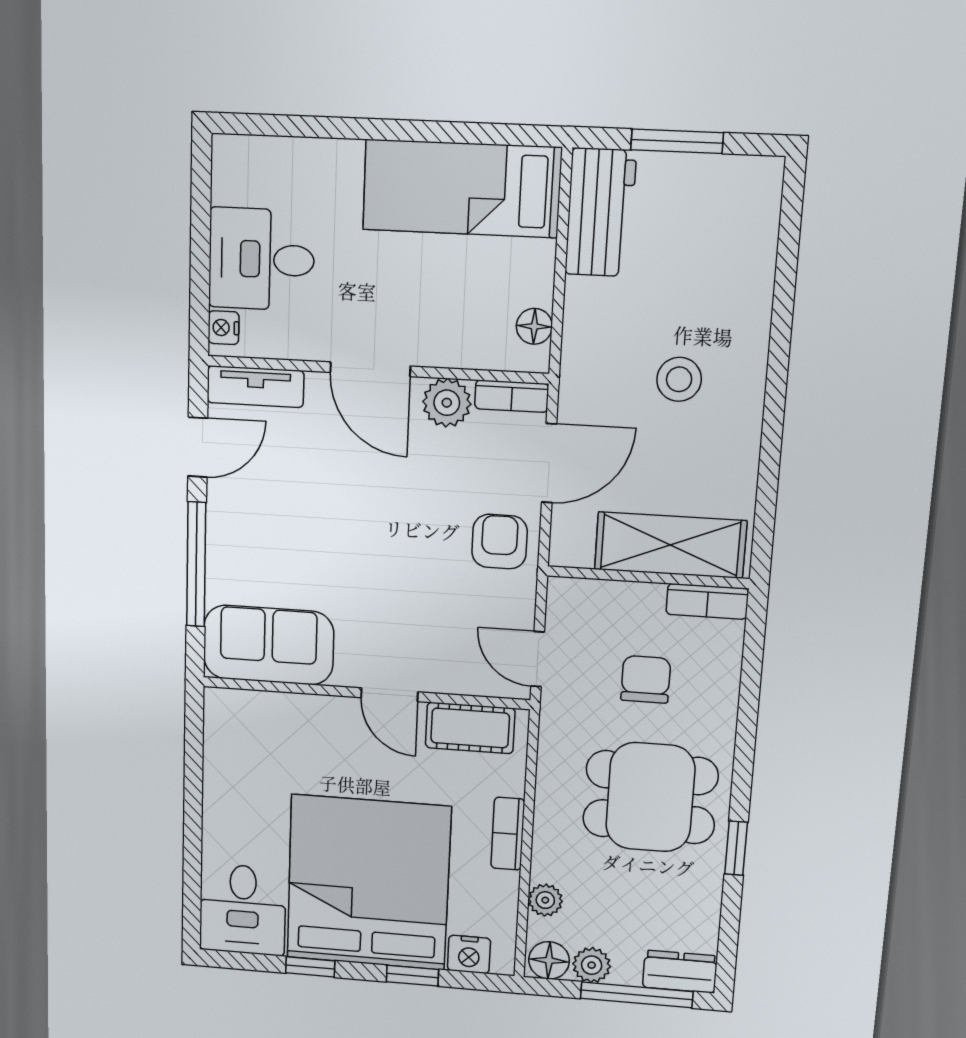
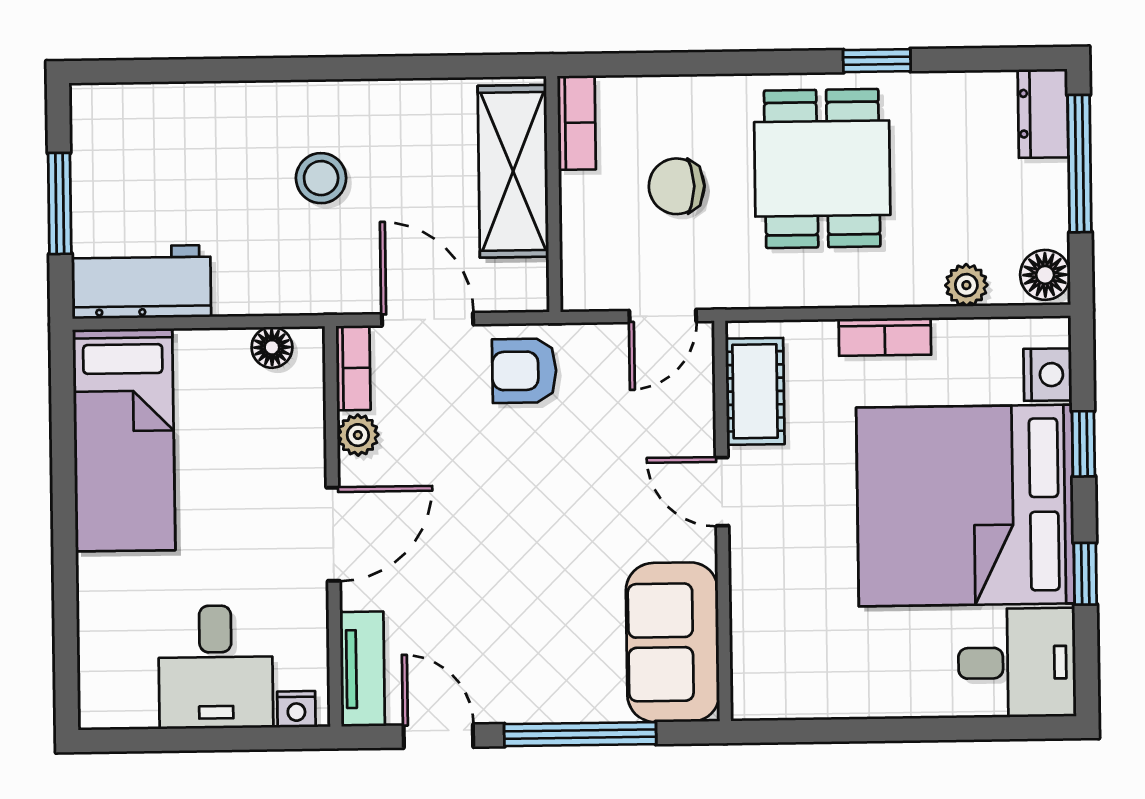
plant: (447, 403) -> (358, 435), width x0.73, depth x0.73
door: (389, 695) -> (722, 492), swing flipped
plant: (592, 965) -> (1046, 222), removed

